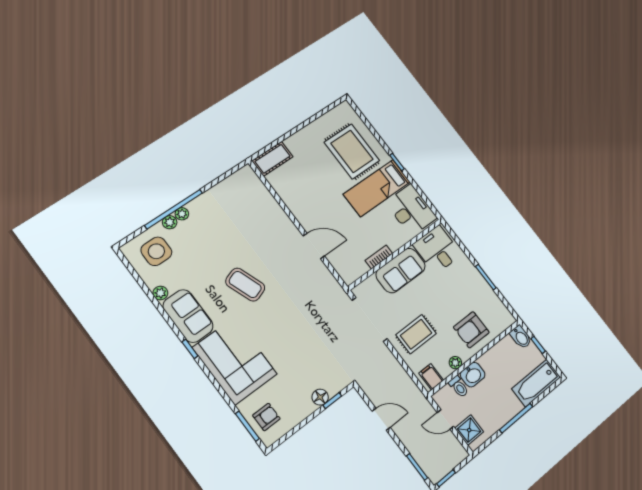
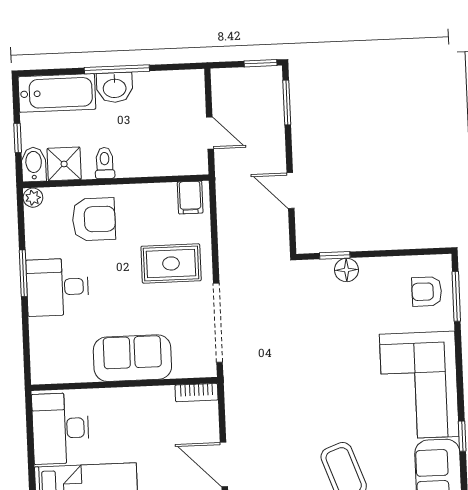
desk: (437, 250) -> (57, 287), moved, turned 90
bookcase: (379, 257) -> (197, 393), moved
plant: (455, 363) -> (33, 198), moved
washbasin: (473, 375) -> (115, 87), moved, turned 180
toilet: (459, 387) -> (105, 163), moved
shower: (469, 430) -> (64, 164), moved

